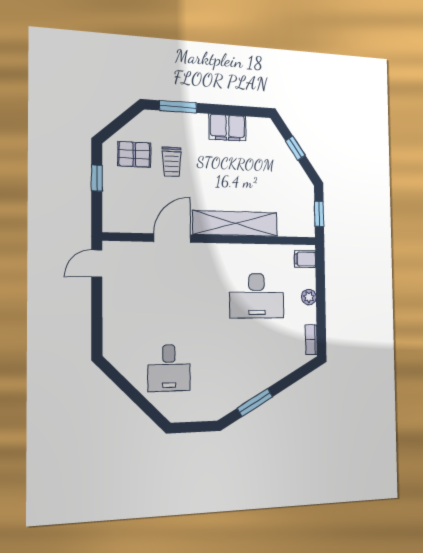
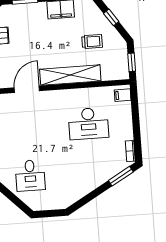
trolley: (172, 162) -> (92, 41), moved, turned -90
plant: (309, 297) -> (127, 122), removed
window: (255, 402) -> (121, 176), moved

